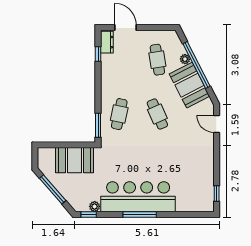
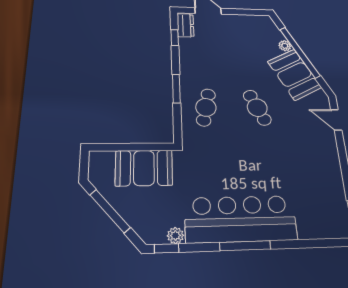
cafe table: (157, 60) -> (251, 46), removed
window: (98, 125) -> (176, 89), moved

